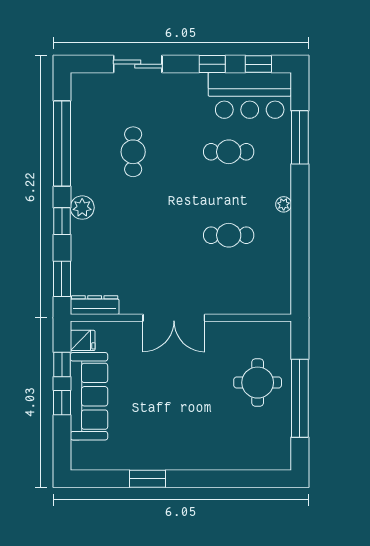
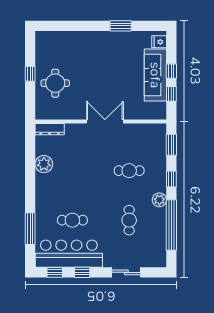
bar counter: (250, 95) -> (69, 254), width x1.36
plant: (284, 204) -> (44, 164), moved, width x1.88, depth x1.88
plant: (82, 208) -> (159, 200), moved
cafe table: (229, 235) -> (129, 171), moved
dresser: (95, 305) -> (50, 129), moved
fridge: (83, 340) -> (159, 42), moved
window: (300, 398) -> (30, 74), width x0.32

